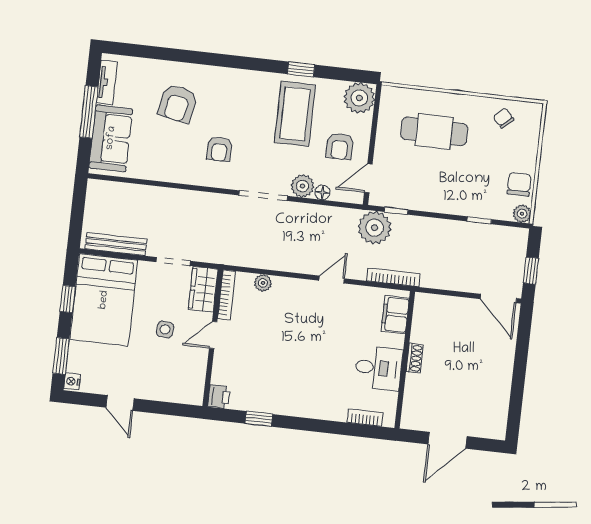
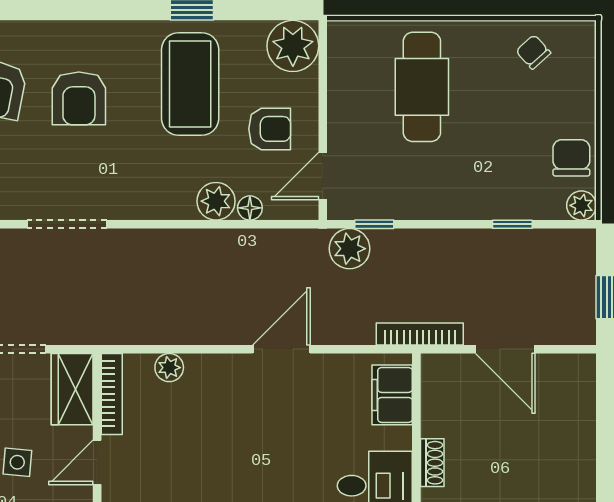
cafe table: (434, 131) -> (422, 87), turned 90
armchair: (340, 146) -> (270, 129), turned -90
armchair: (219, 149) -> (79, 98), moved, width x1.38, depth x1.38
doorway: (263, 196) -> (67, 224), moved
plant: (375, 228) -> (350, 249), width x0.73, depth x0.73
bookcase: (393, 277) -> (420, 334), moved
door: (332, 280) -> (281, 349), width x1.38
door: (498, 299) -> (505, 349), moved

